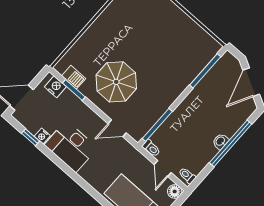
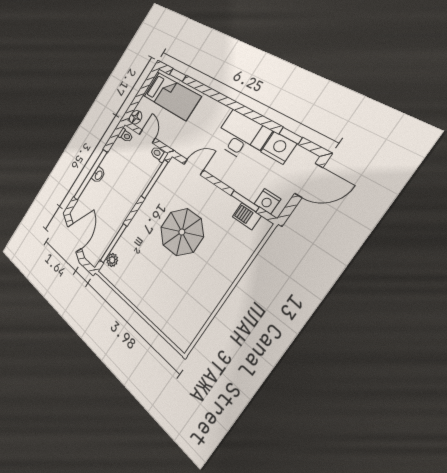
plant: (207, 55) -> (112, 260), added
parasol: (116, 82) -> (182, 232), moved
nightstand: (42, 136) -> (279, 148), width x1.89, depth x1.79

